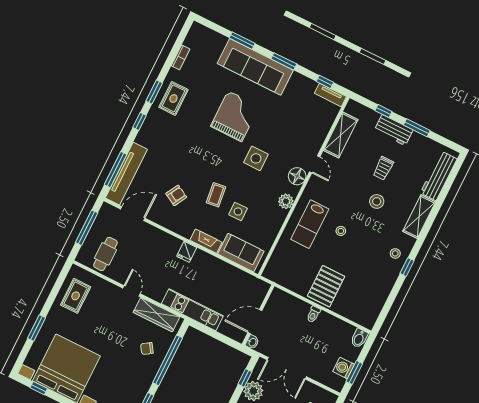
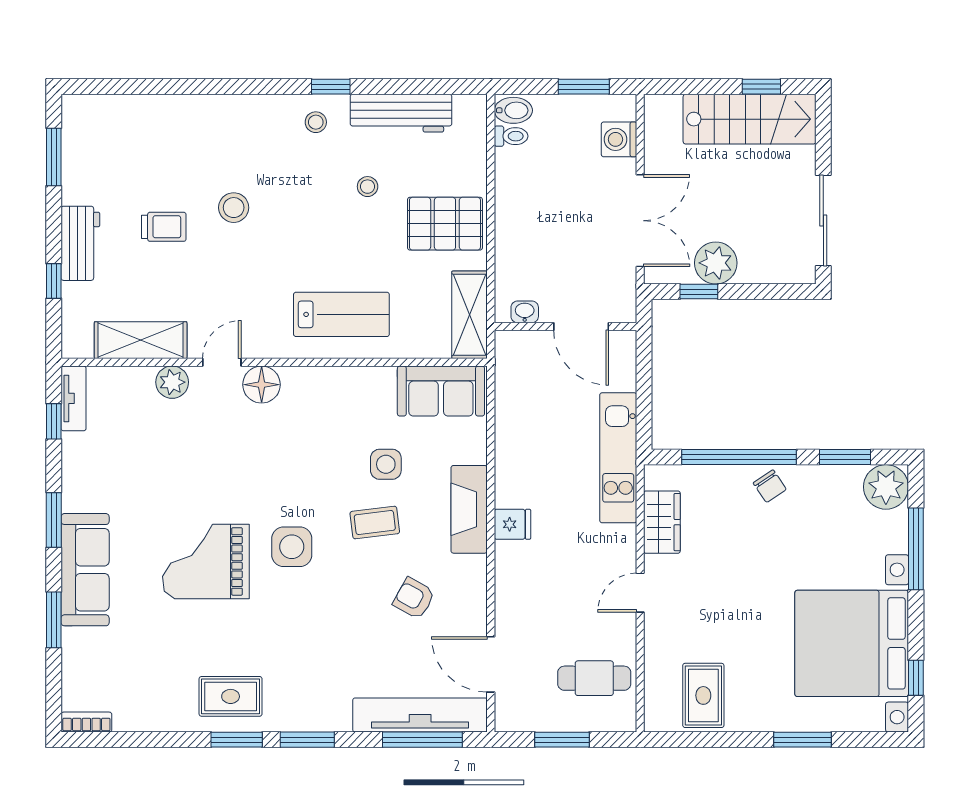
bookcase: (181, 57) -> (86, 722), moved
sofa: (255, 67) -> (85, 570), width x0.74, depth x0.79
window: (139, 121) -> (307, 740), width x1.50
window: (417, 128) -> (54, 157), moved
side table: (256, 158) -> (292, 547), moved
workbench: (439, 176) -> (401, 113), moved
plant: (286, 201) -> (172, 382), moved
shelving: (419, 217) -> (470, 315), moved, turned 90
window: (87, 228) -> (562, 740), width x0.69
stool: (341, 231) -> (368, 187), moved
fireplace: (206, 241) -> (469, 509), width x1.37, depth x1.32
sofa: (241, 253) -> (441, 391), moved, turned -90
rug: (76, 296) -> (703, 695), turned 90
toilet: (313, 314) -> (511, 136), moved
wardrobe: (156, 315) -> (662, 522), width x0.67
washbasin: (252, 342) -> (525, 312), moved
chair: (147, 349) -> (770, 486), moved
washing machine: (344, 368) -> (619, 139), moved, turned 90

